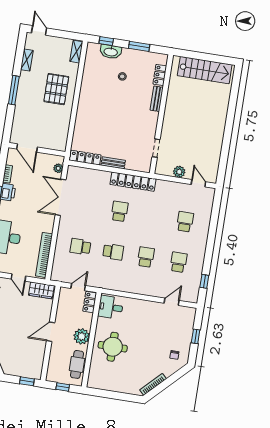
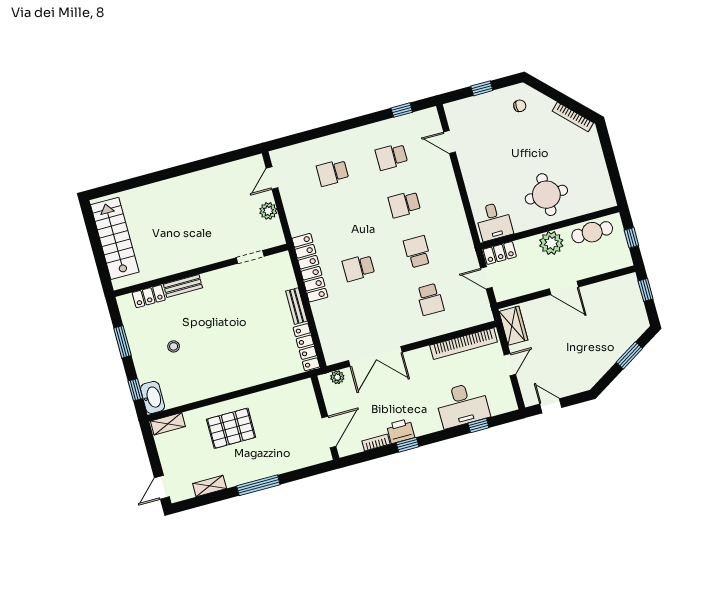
washbasin: (111, 52) -> (153, 397), moved

